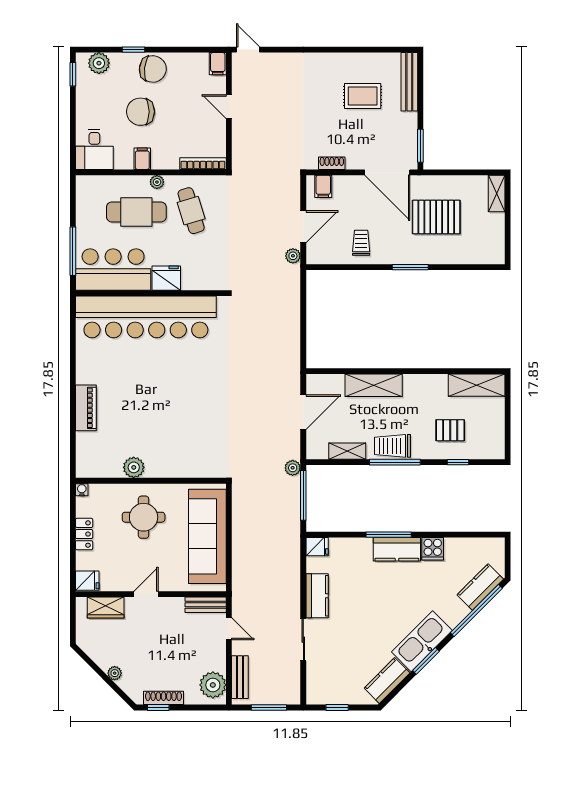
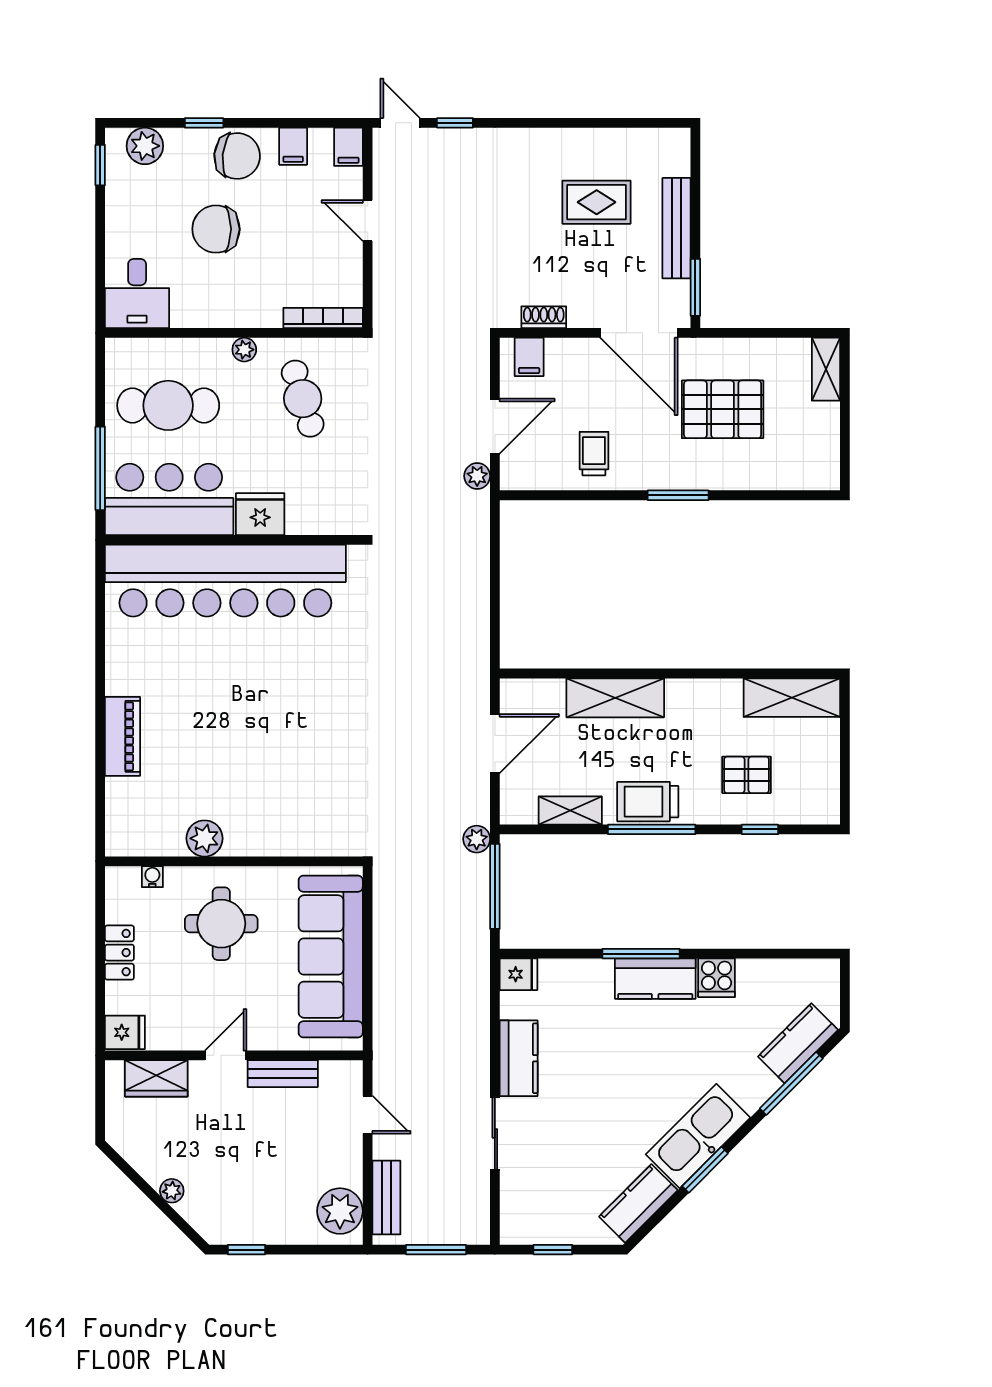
window: (280, 50) -> (455, 123), added
bench: (409, 82) -> (677, 228), moved
filing cabinet: (142, 159) -> (293, 146), moved, turned 180
cafe table: (136, 212) -> (168, 405), moved
water cooler: (82, 490) -> (152, 877), moved
bench: (206, 605) -> (283, 1074), moved
window: (476, 610) -> (791, 1083), width x0.68
shoe rack: (164, 698) -> (256, 1233), removed

